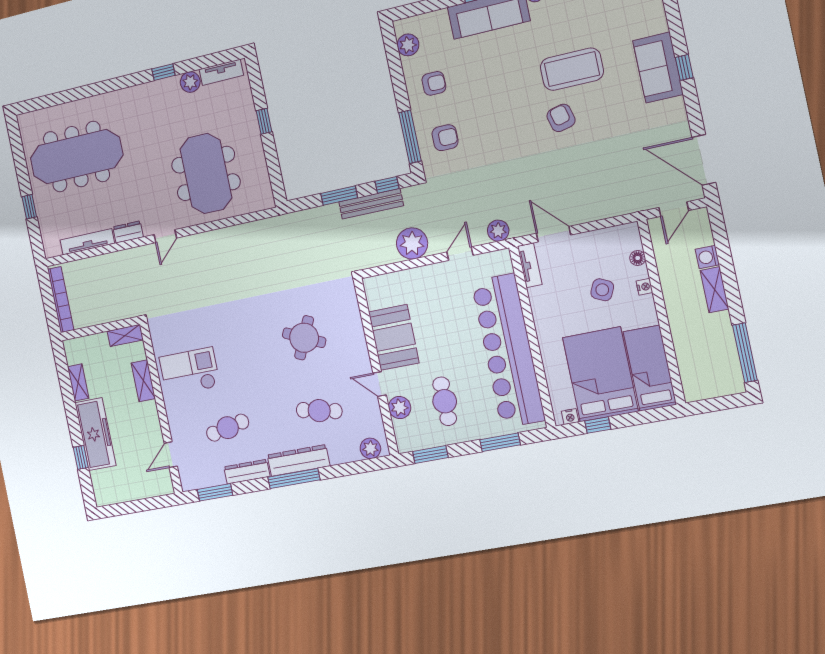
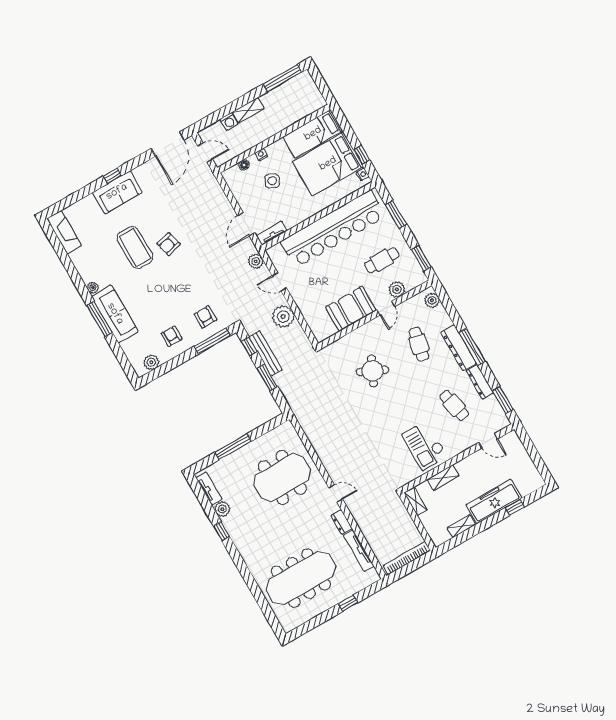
window: (264, 121) -> (233, 447), width x2.17
meeting table: (76, 157) -> (301, 578), turned 90

